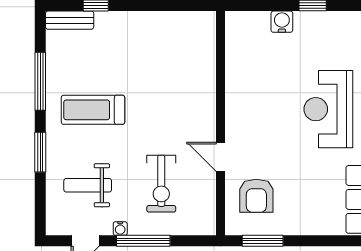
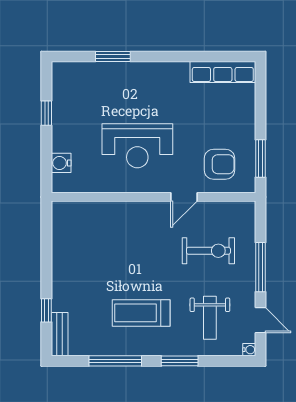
water cooler: (282, 22) -> (61, 163), moved
reception desk: (328, 109) -> (137, 146), moved
treadmill: (93, 110) -> (141, 313), turned 90
water cooler: (120, 229) -> (249, 350), moved

